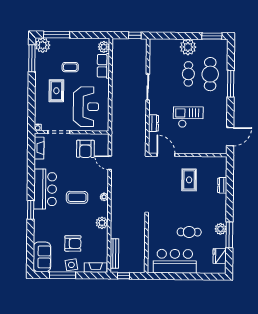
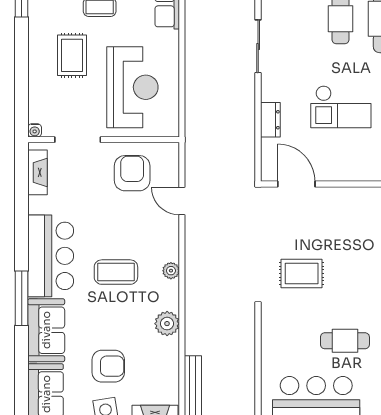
checkout: (188, 117) -> (341, 107), turned 180
armchair: (85, 149) -> (132, 173), turned 180
rug: (189, 180) -> (302, 273), moved, turned 90
window: (31, 210) -> (22, 298), width x1.44
sofa: (43, 226) -> (46, 330), added

